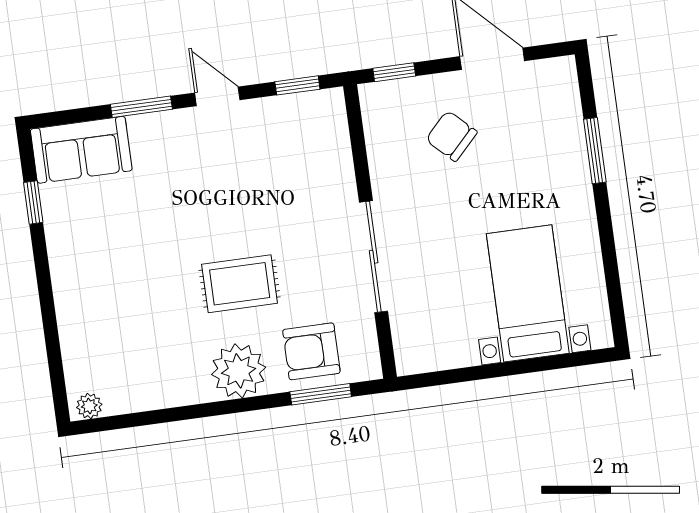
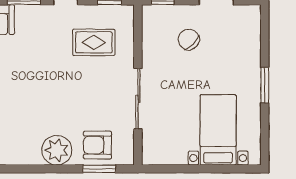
window: (595, 151) -> (265, 85), moved
rug: (240, 284) -> (94, 42), moved

